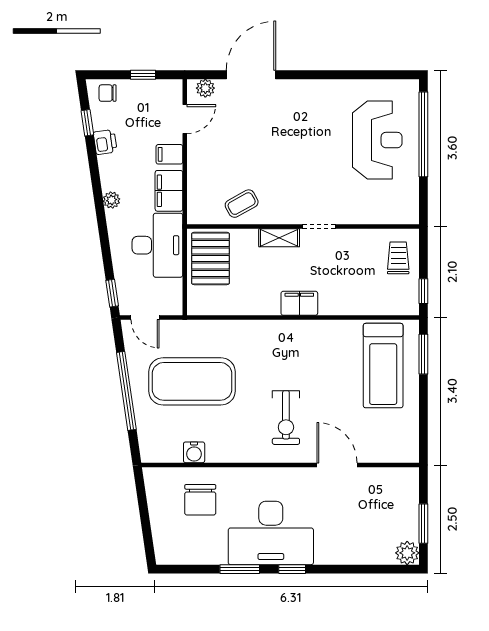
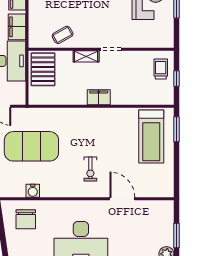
window: (423, 291) -> (176, 78), moved
exercise bike: (286, 418) -> (90, 169), width x0.73, depth x0.72
chair: (200, 500) -> (26, 219), moved

